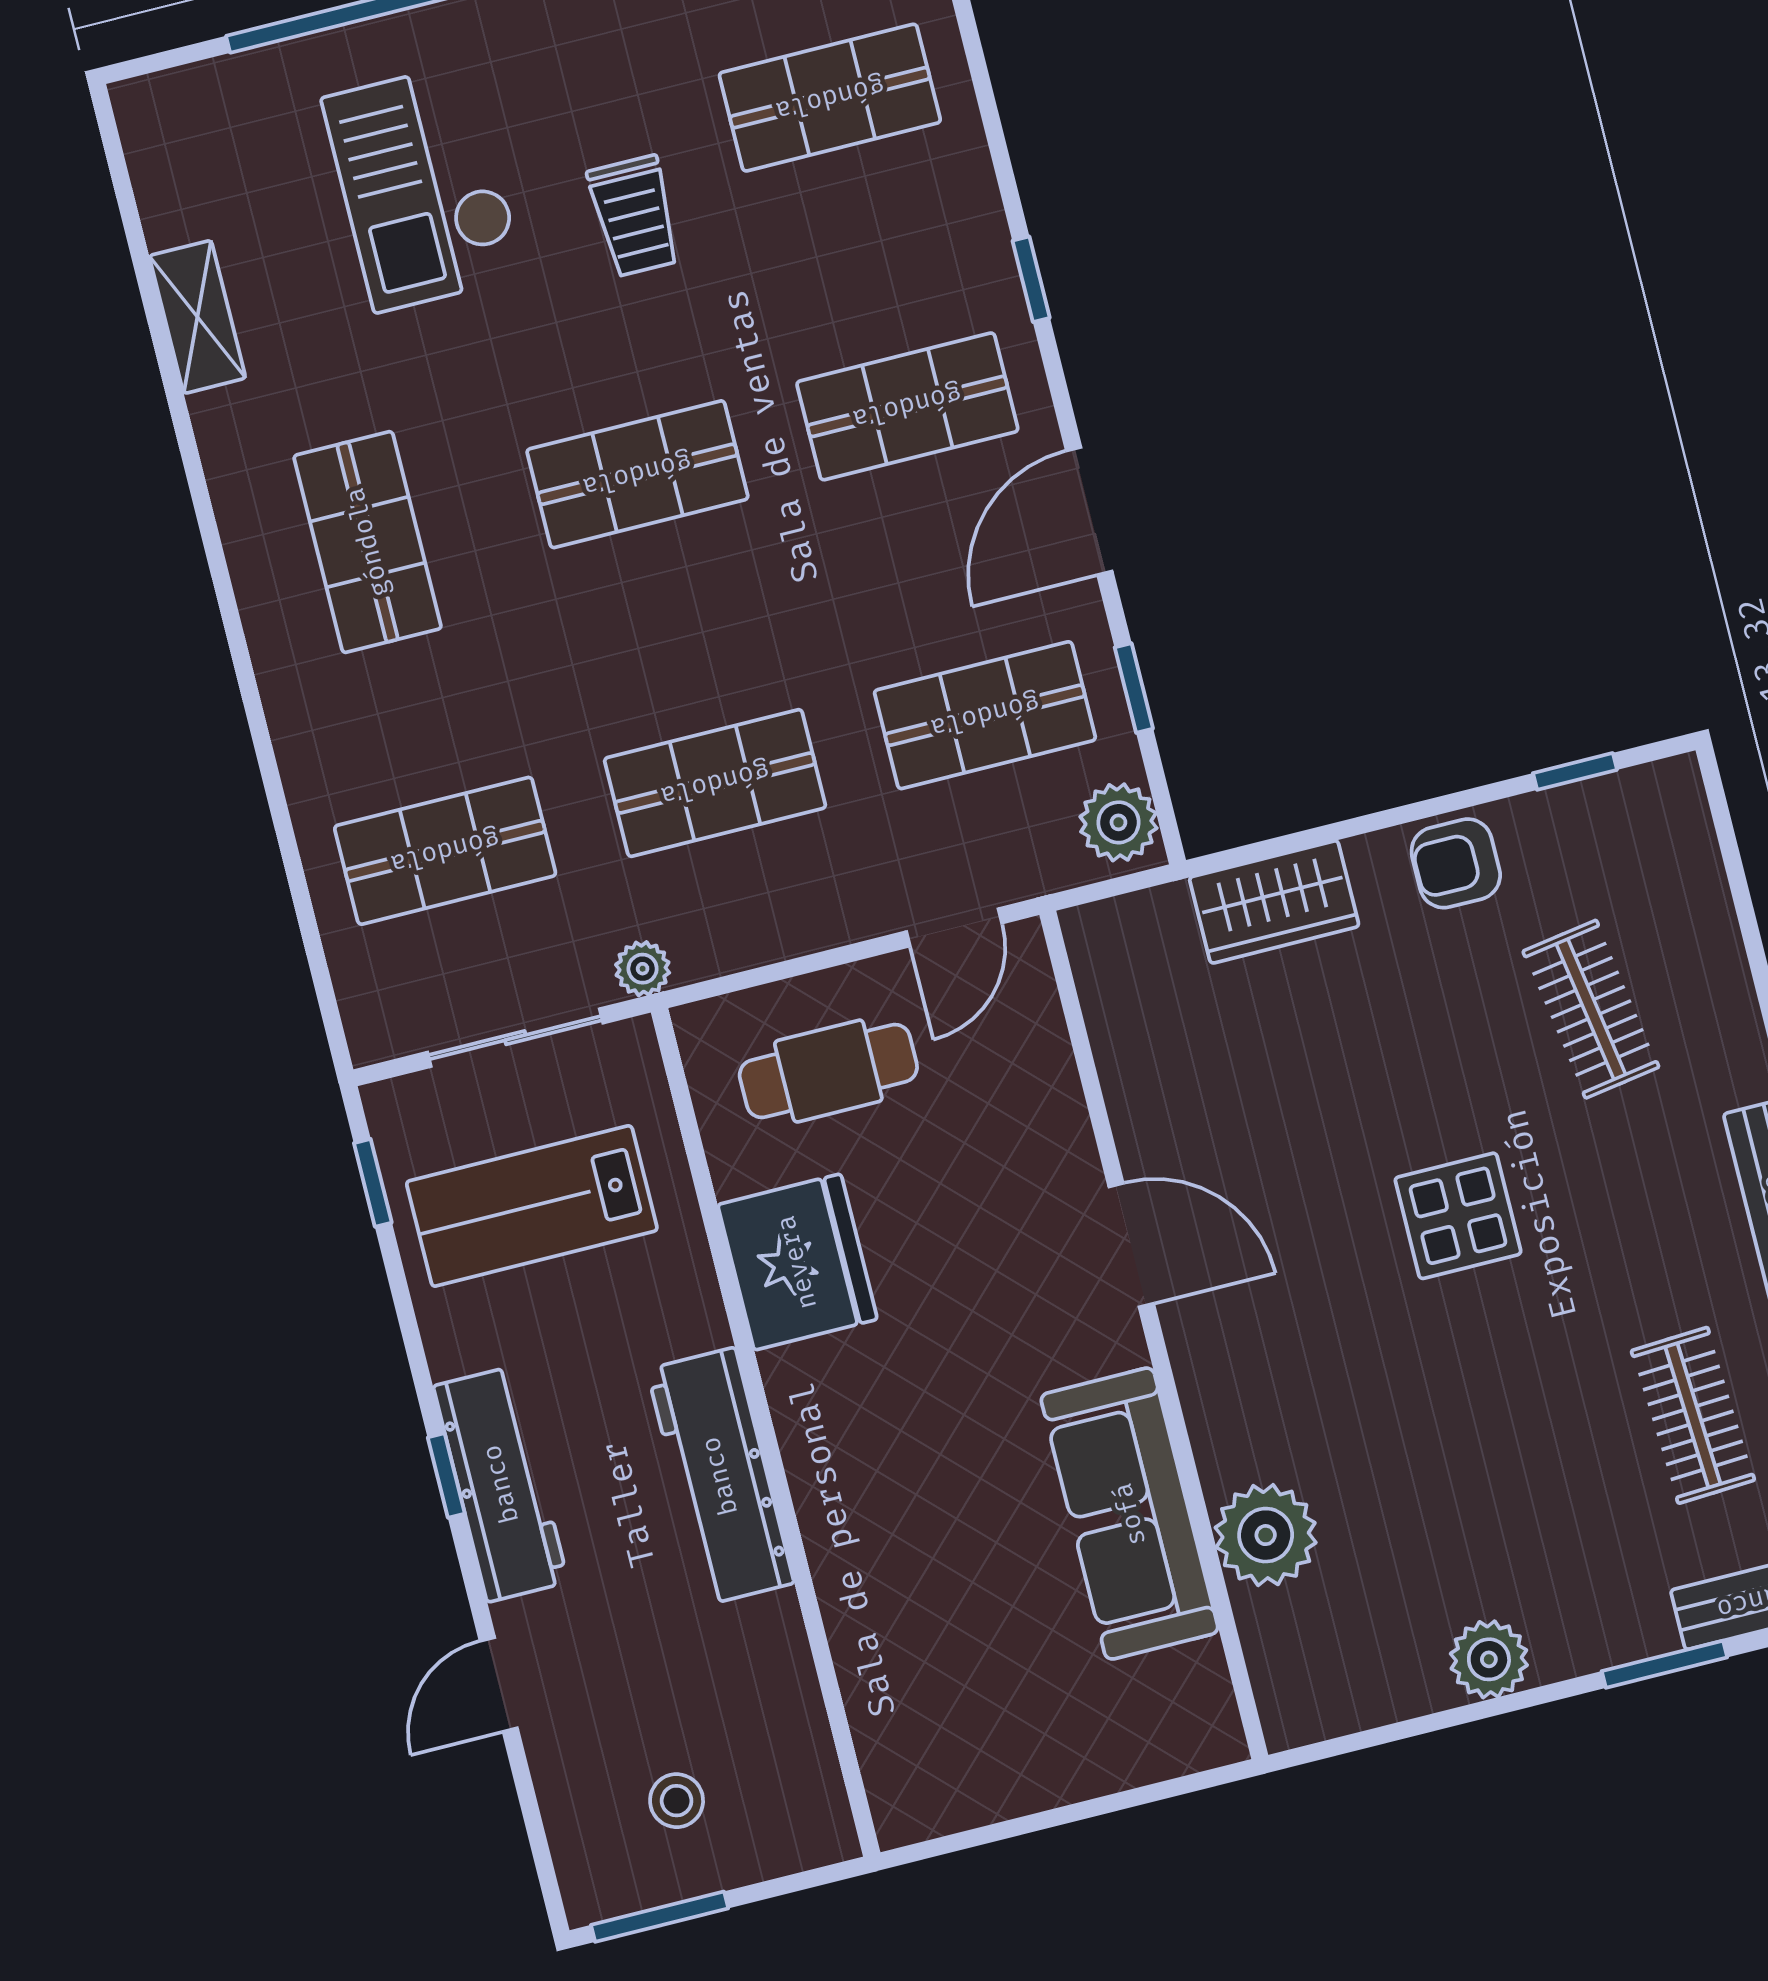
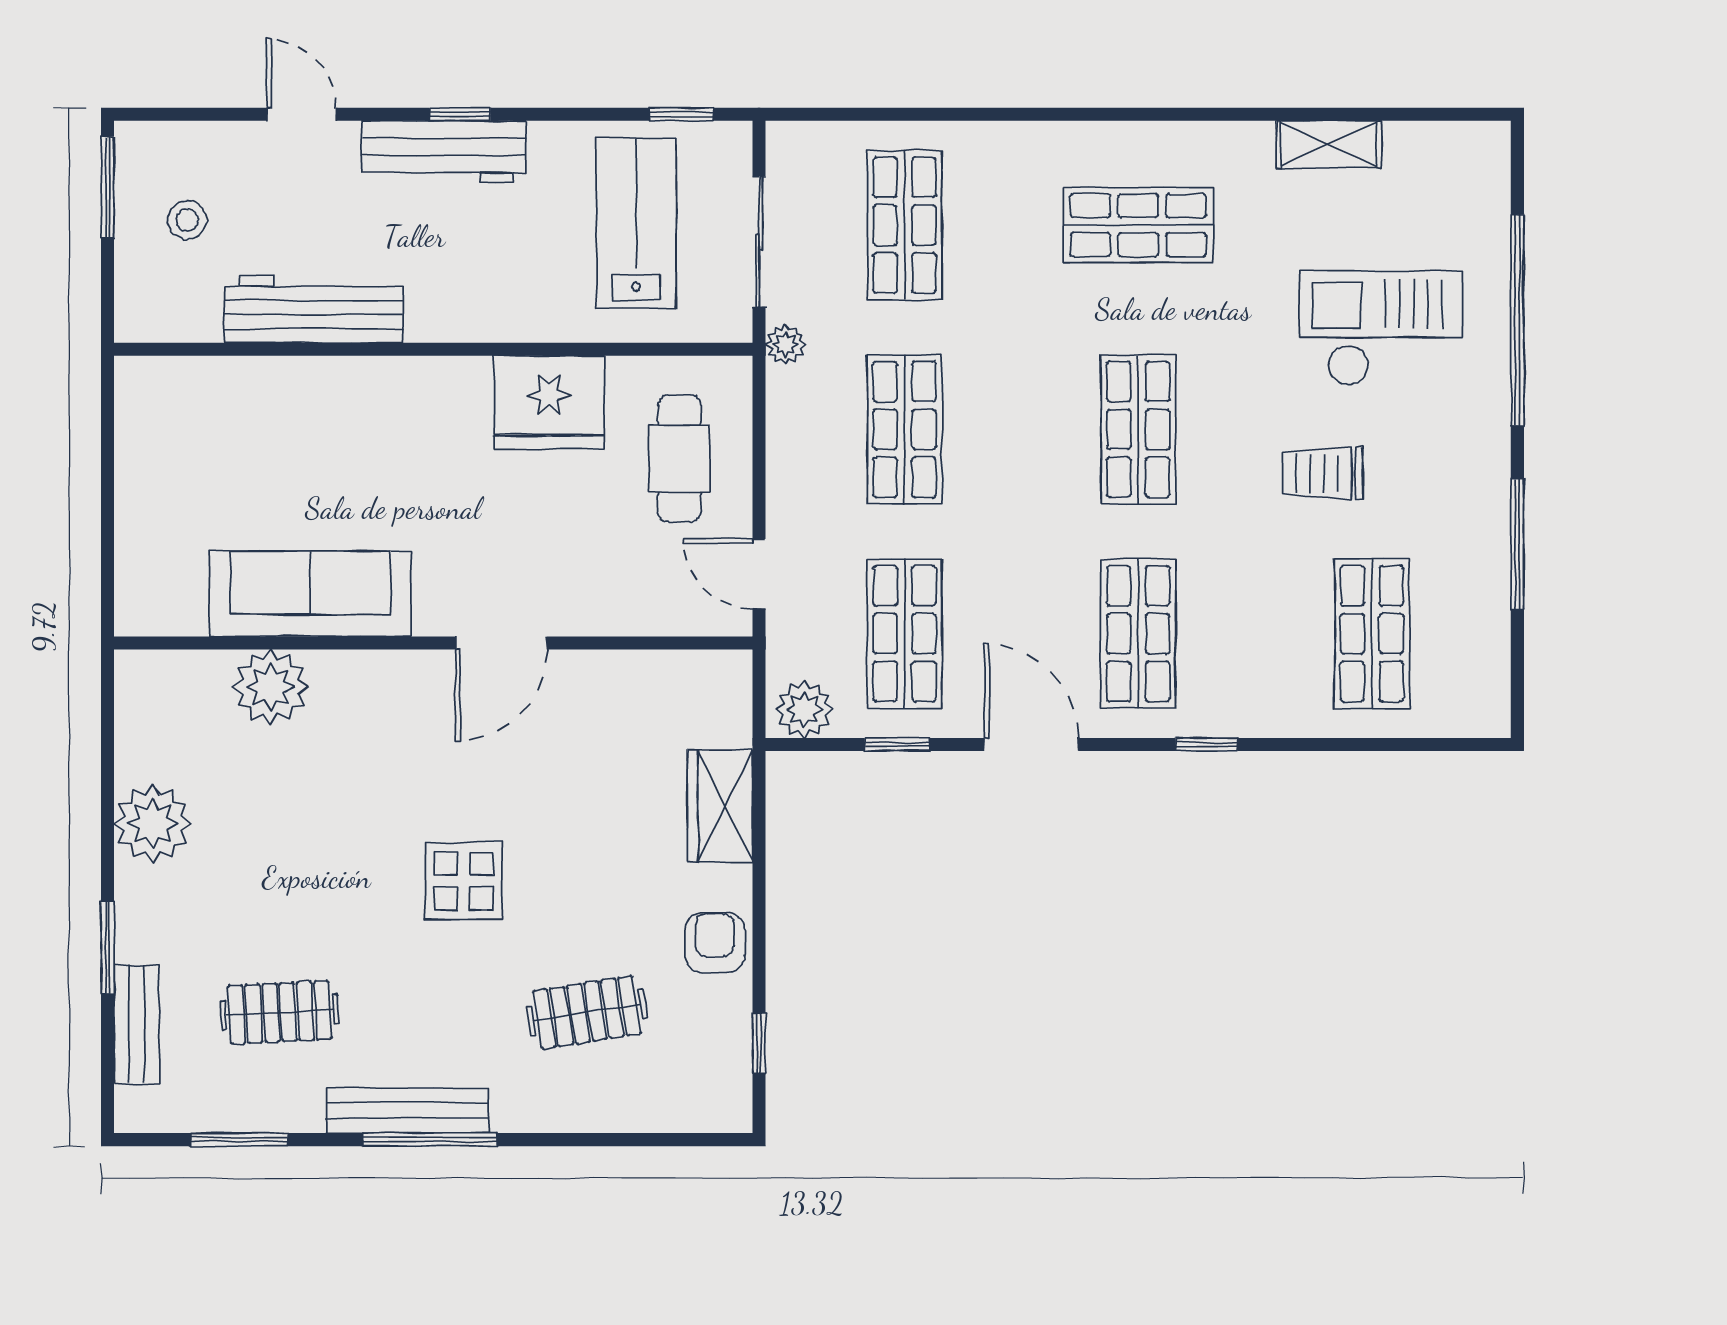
workbench: (720, 1476) -> (314, 309), moved
plant: (1489, 1659) -> (153, 824), width x1.36, depth x1.36

